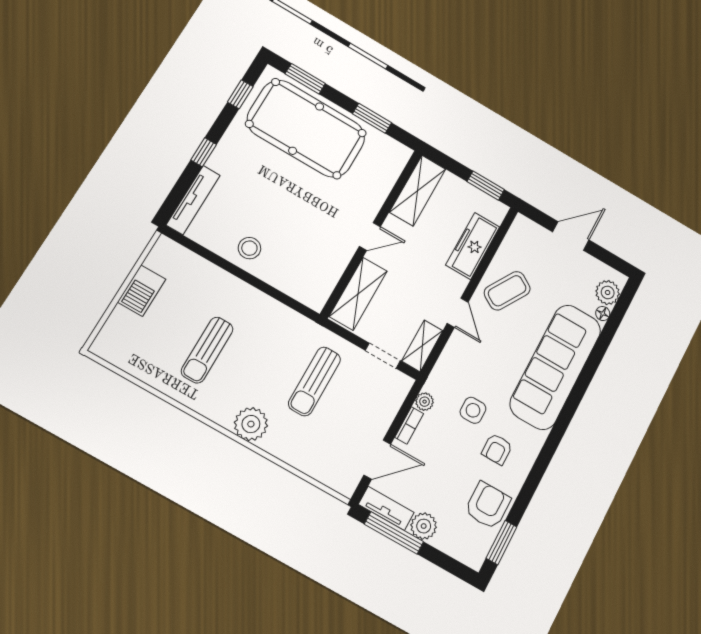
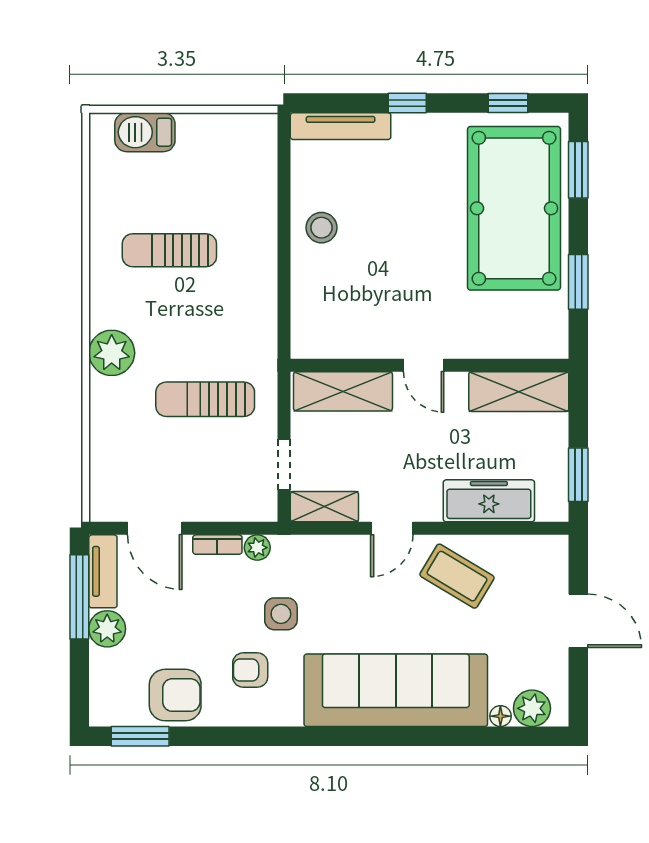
barbecue: (142, 291) -> (145, 132), moved

